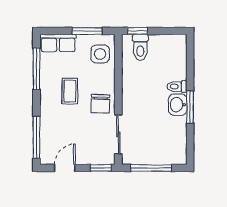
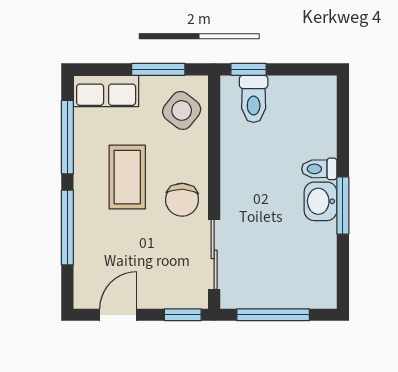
side table: (100, 54) -> (182, 110), turned 38
coffee table: (70, 91) -> (127, 177), width x1.36, depth x1.30
window: (36, 137) -> (67, 228), moved

